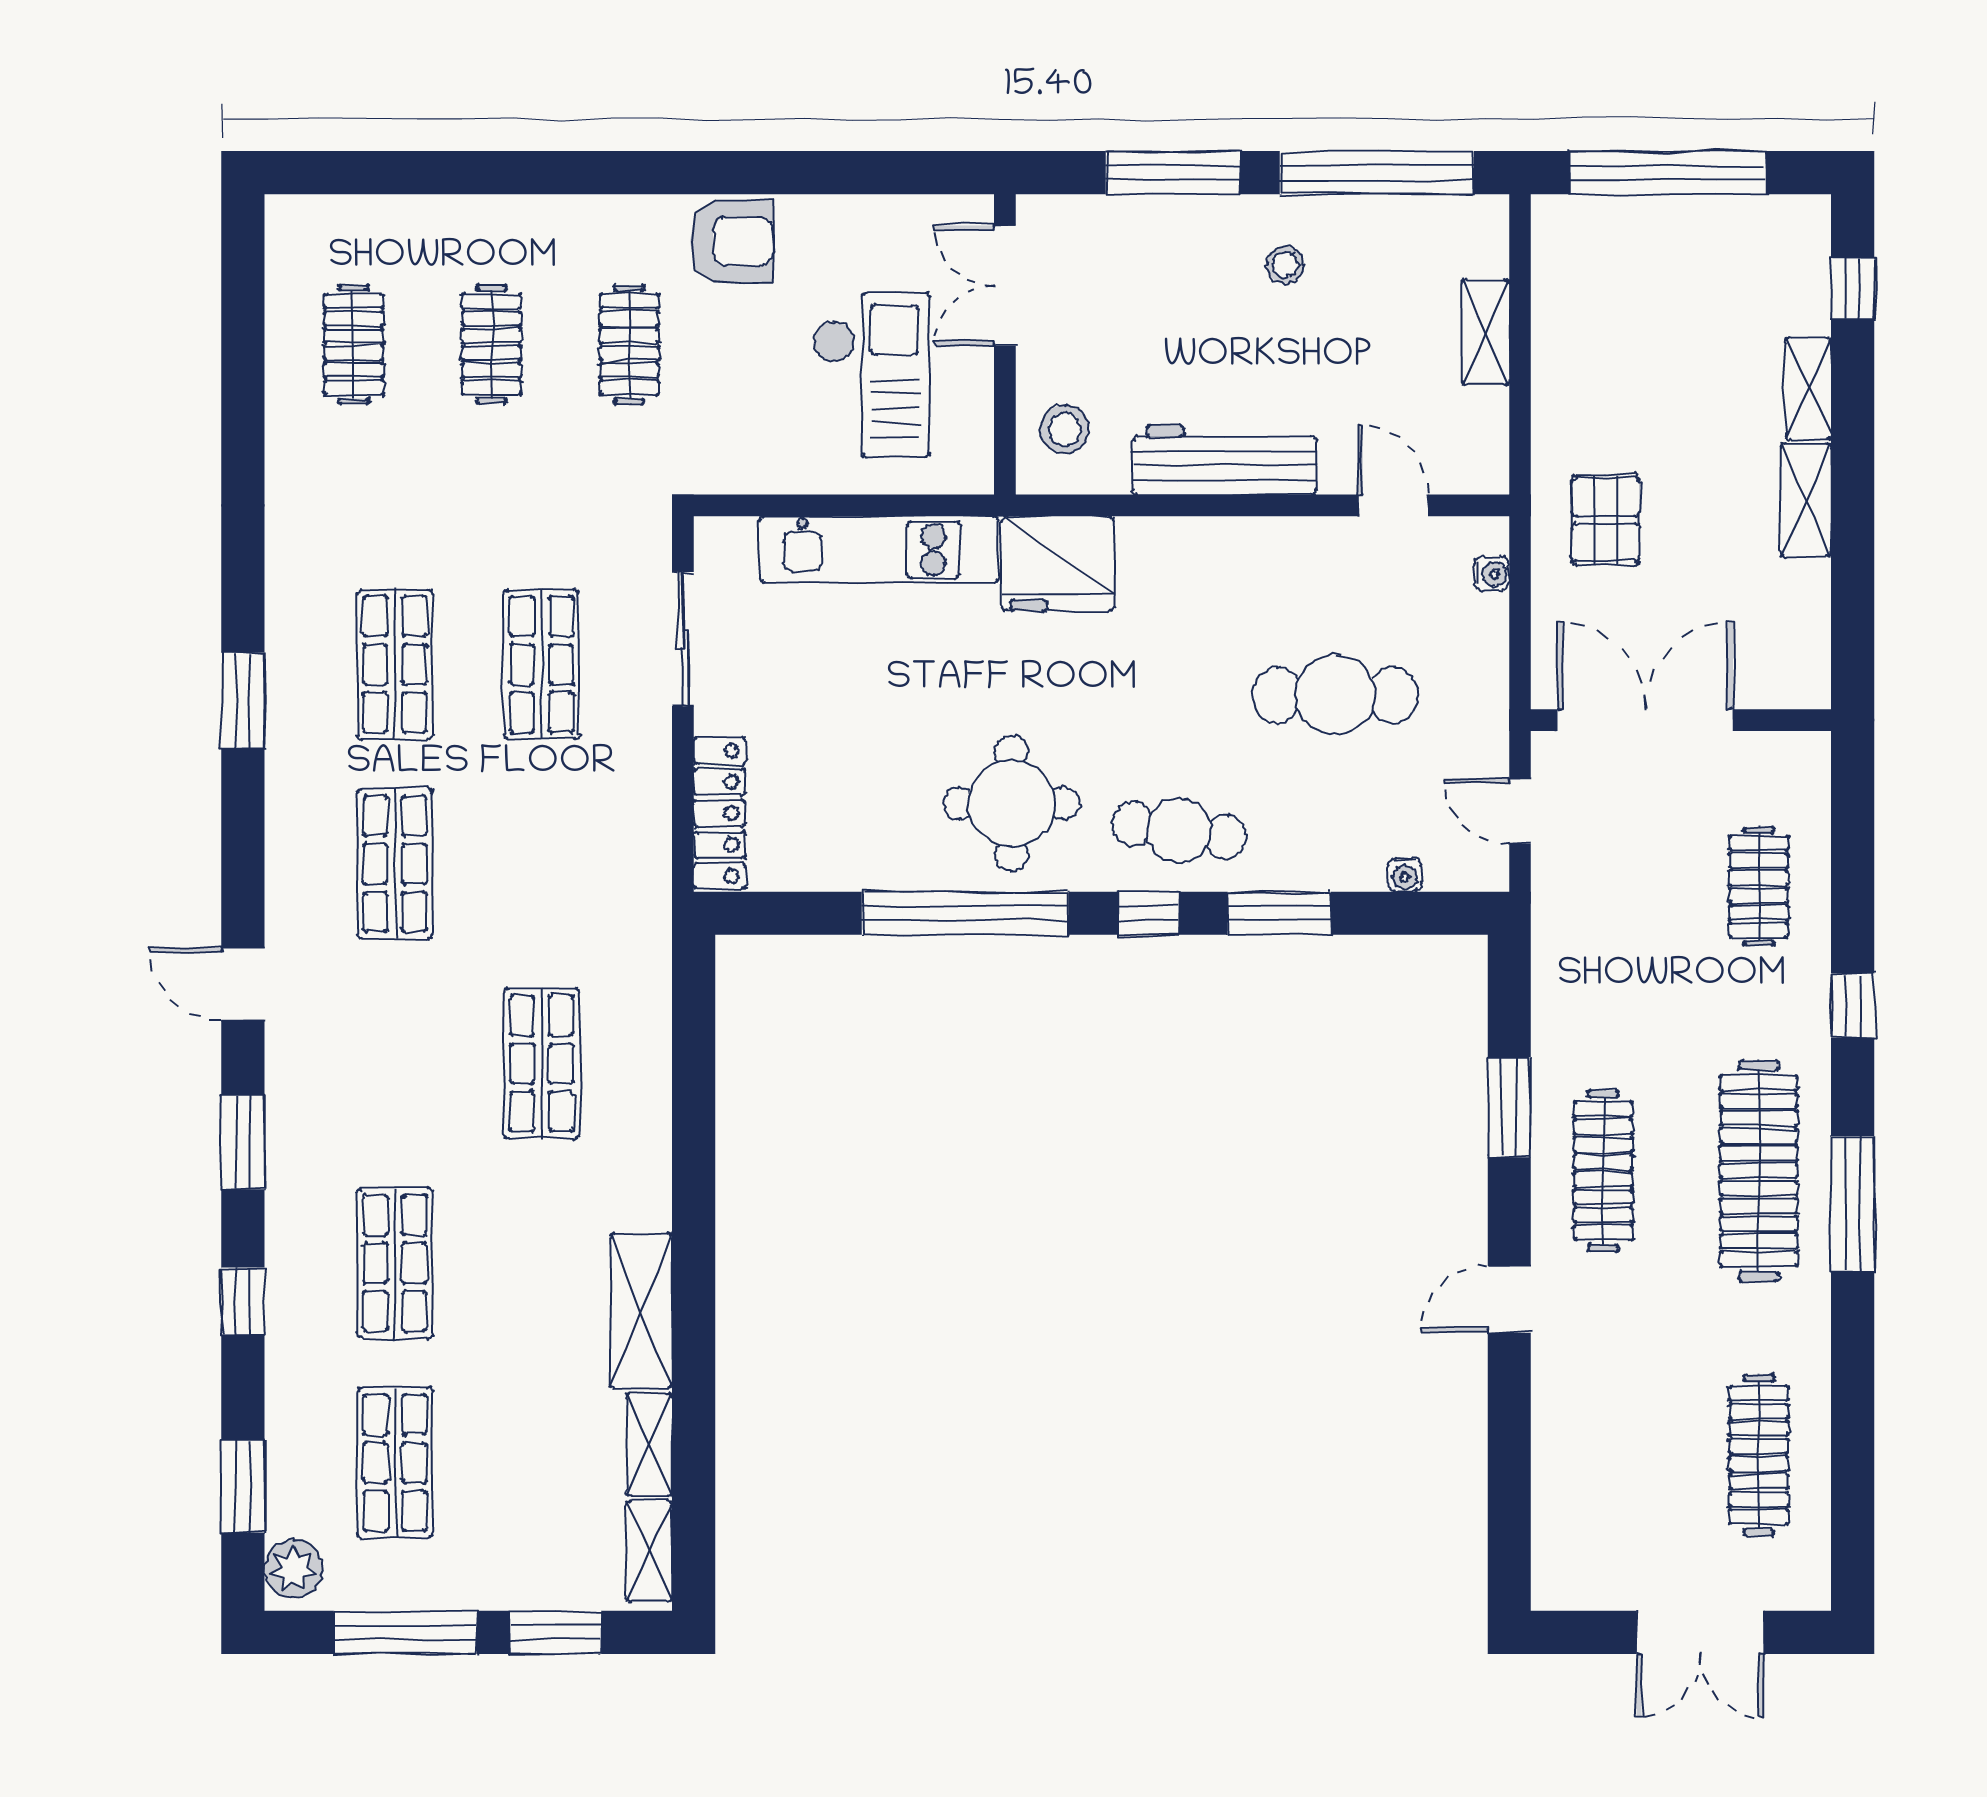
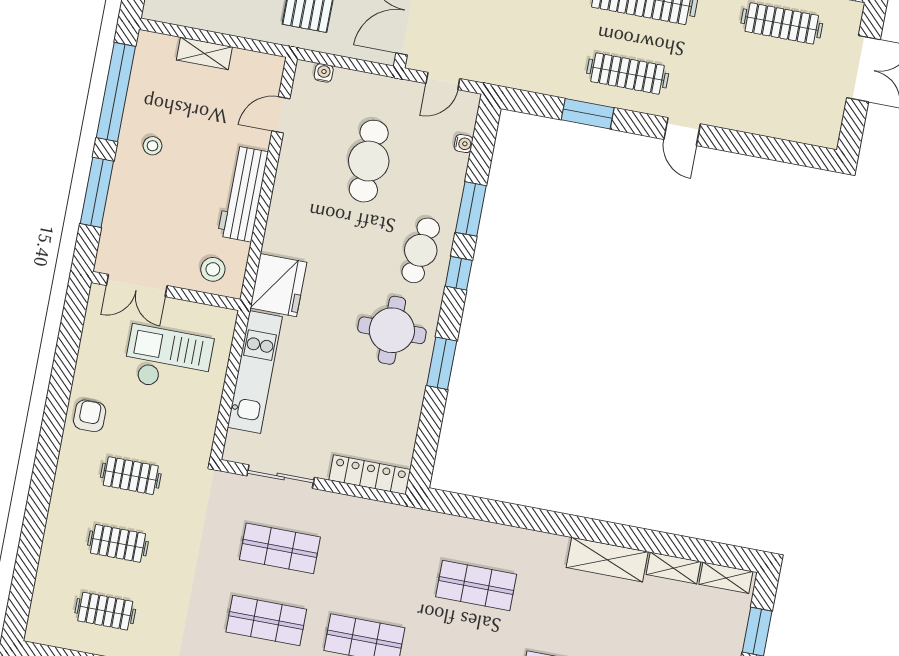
armchair: (731, 241) -> (90, 416), width x0.72, depth x0.72
window: (965, 913) -> (442, 363), width x0.47

